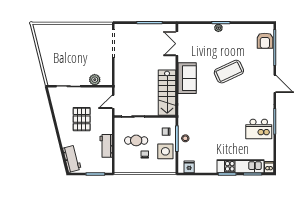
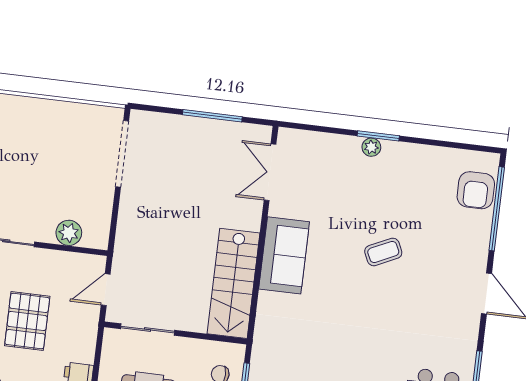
coffee table: (229, 72) -> (383, 252), width x0.54, depth x0.58

